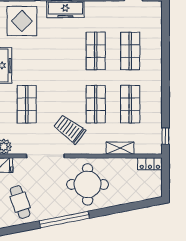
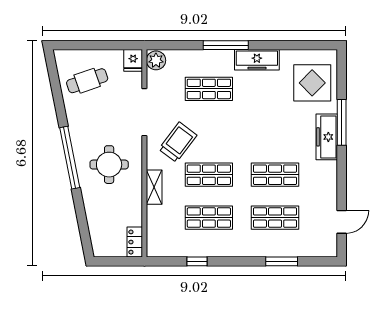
window: (165, 46) -> (282, 261), added
window: (165, 136) -> (197, 261), moved
shelving: (120, 148) -> (154, 187), moved
round table: (88, 184) -> (109, 165), width x0.73, depth x0.73
window: (64, 220) -> (70, 158), moved

